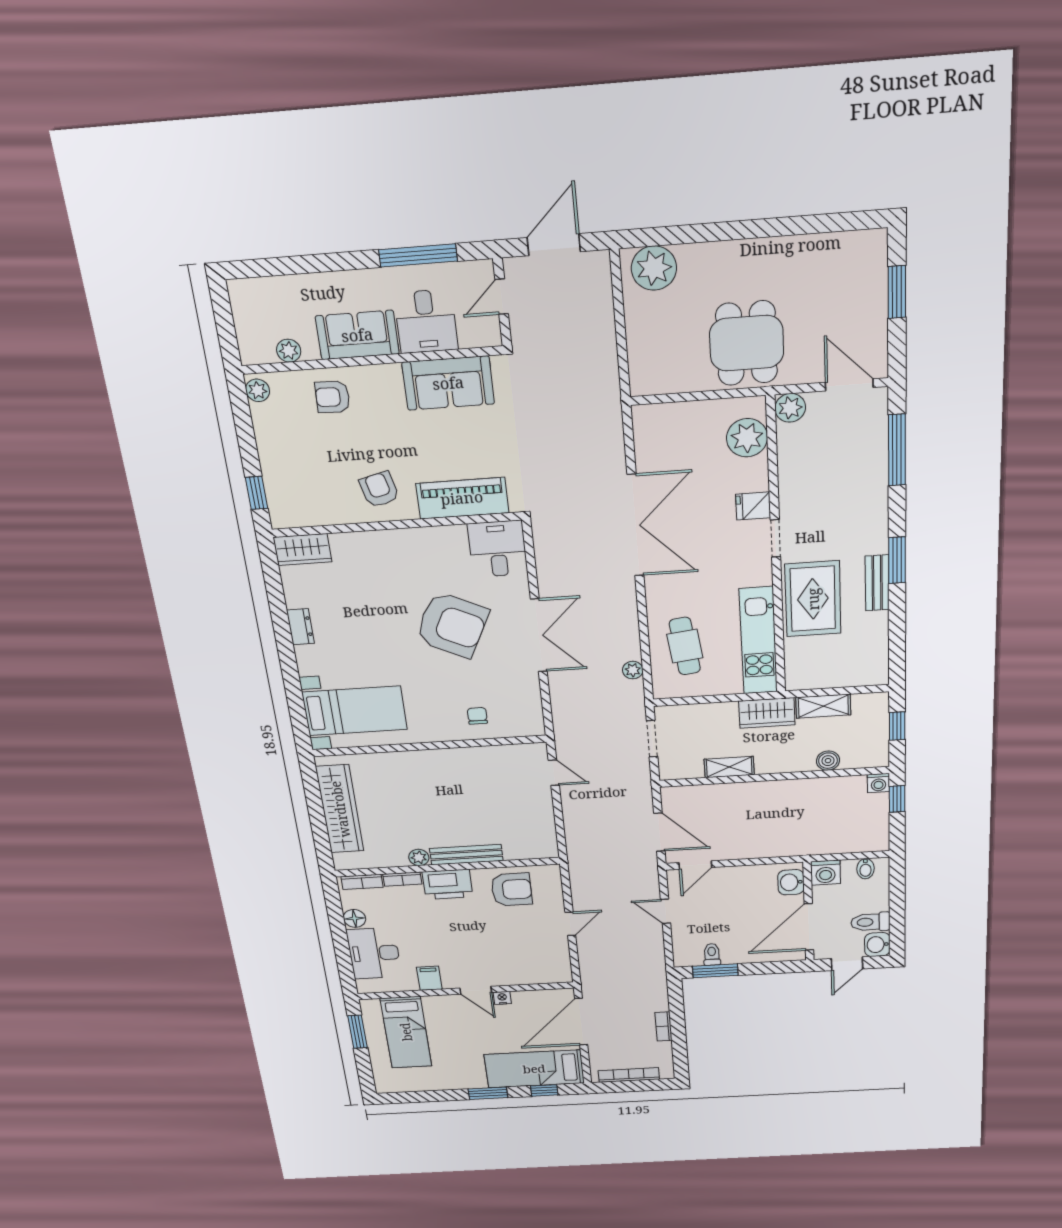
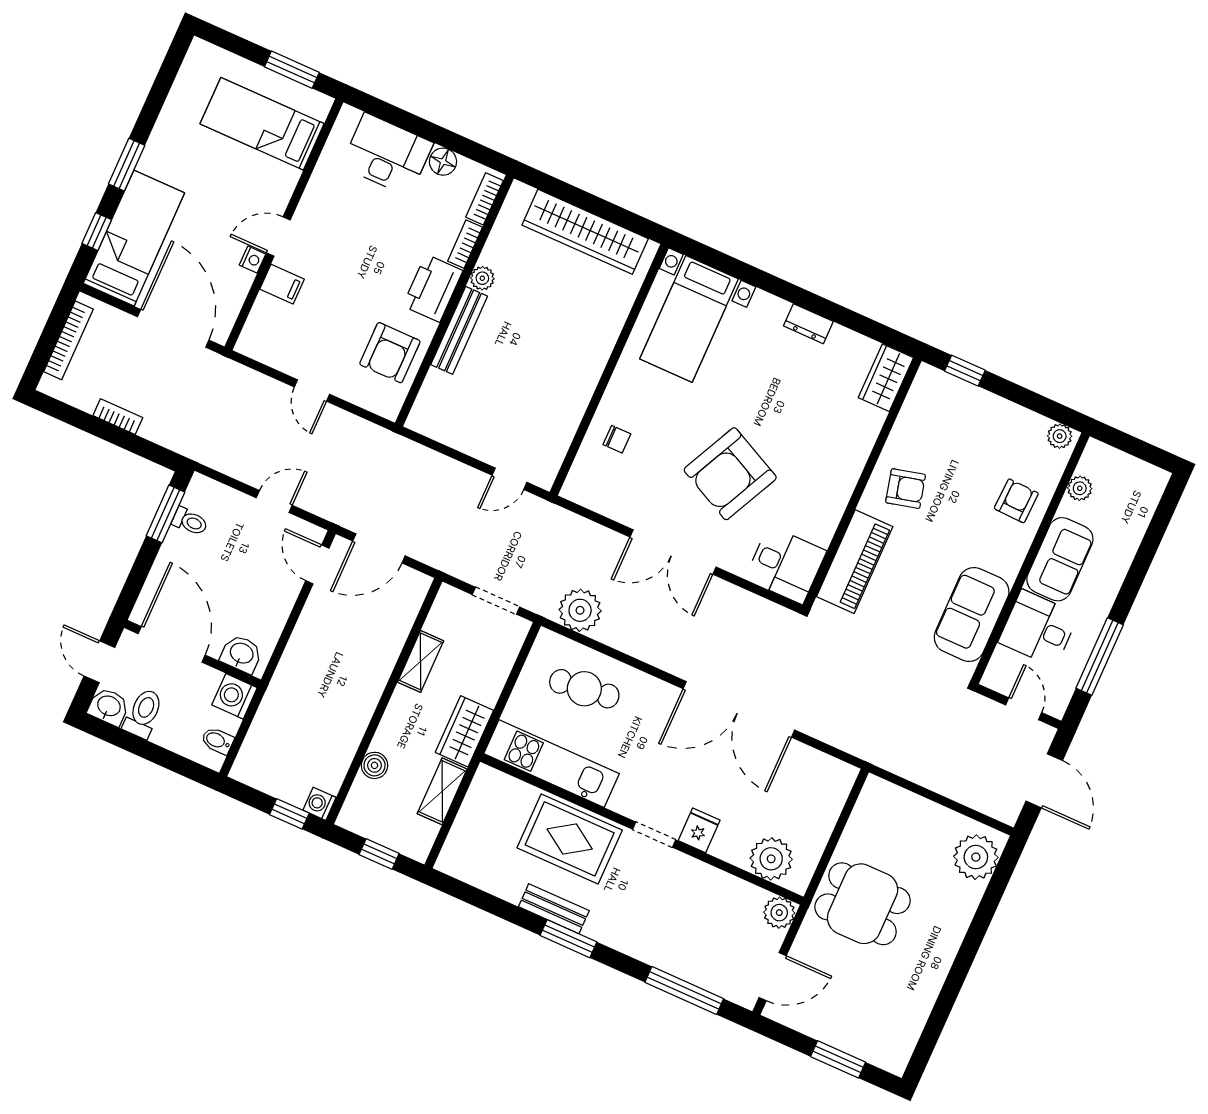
plant: (633, 670) -> (580, 610), width x1.88, depth x1.88
filing cabinet: (429, 978) -> (282, 284), moved

